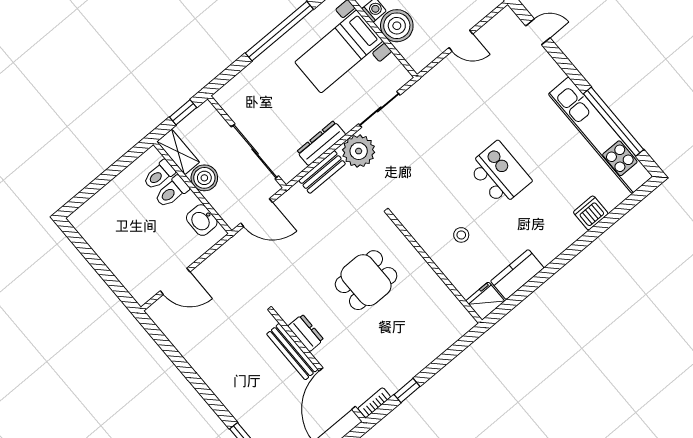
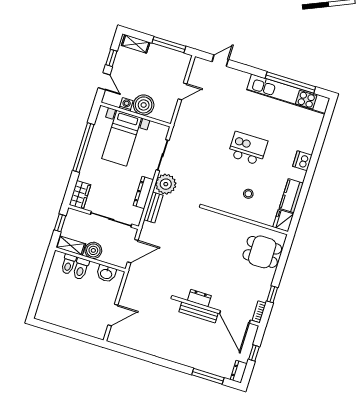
wardrobe: (234, 92) -> (80, 195), added
dishwasher: (591, 213) -> (302, 161), moved
dining table: (366, 280) -> (262, 252), moved, turned 90

